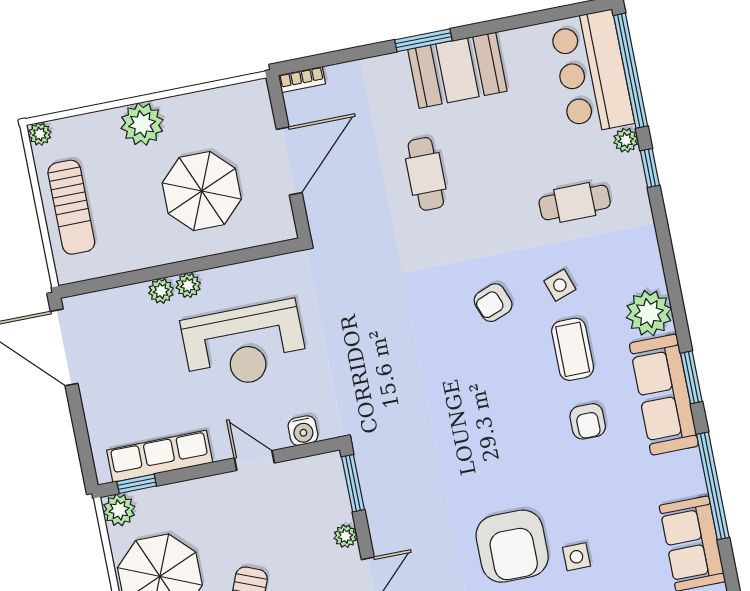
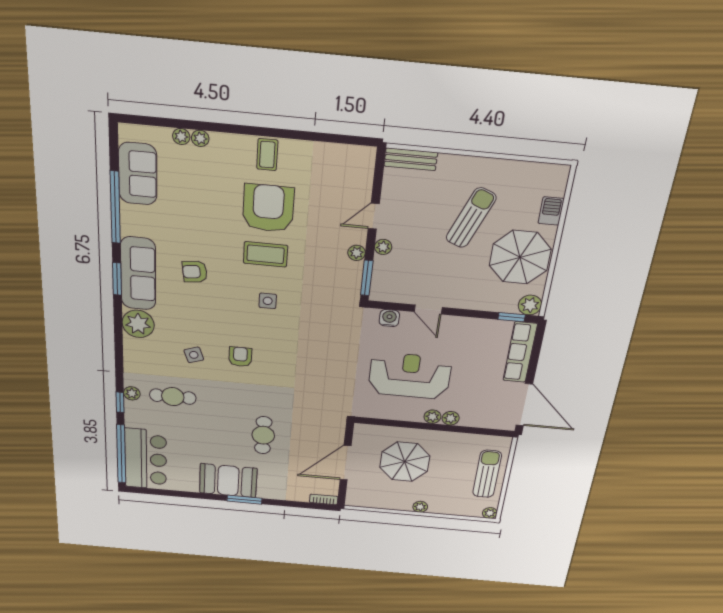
plant: (142, 124) -> (420, 507), width x0.53, depth x0.53
plant: (626, 140) -> (132, 393), moved
armchair: (493, 303) -> (240, 357), turned -69
coffee table: (573, 349) -> (266, 254), moved, turned 90
armchair: (588, 421) -> (195, 272), turned -97
row of seats: (160, 456) -> (520, 352), moved, turned 90
plant: (378, 517) -> (357, 253), added
side table: (576, 557) -> (268, 301), moved

